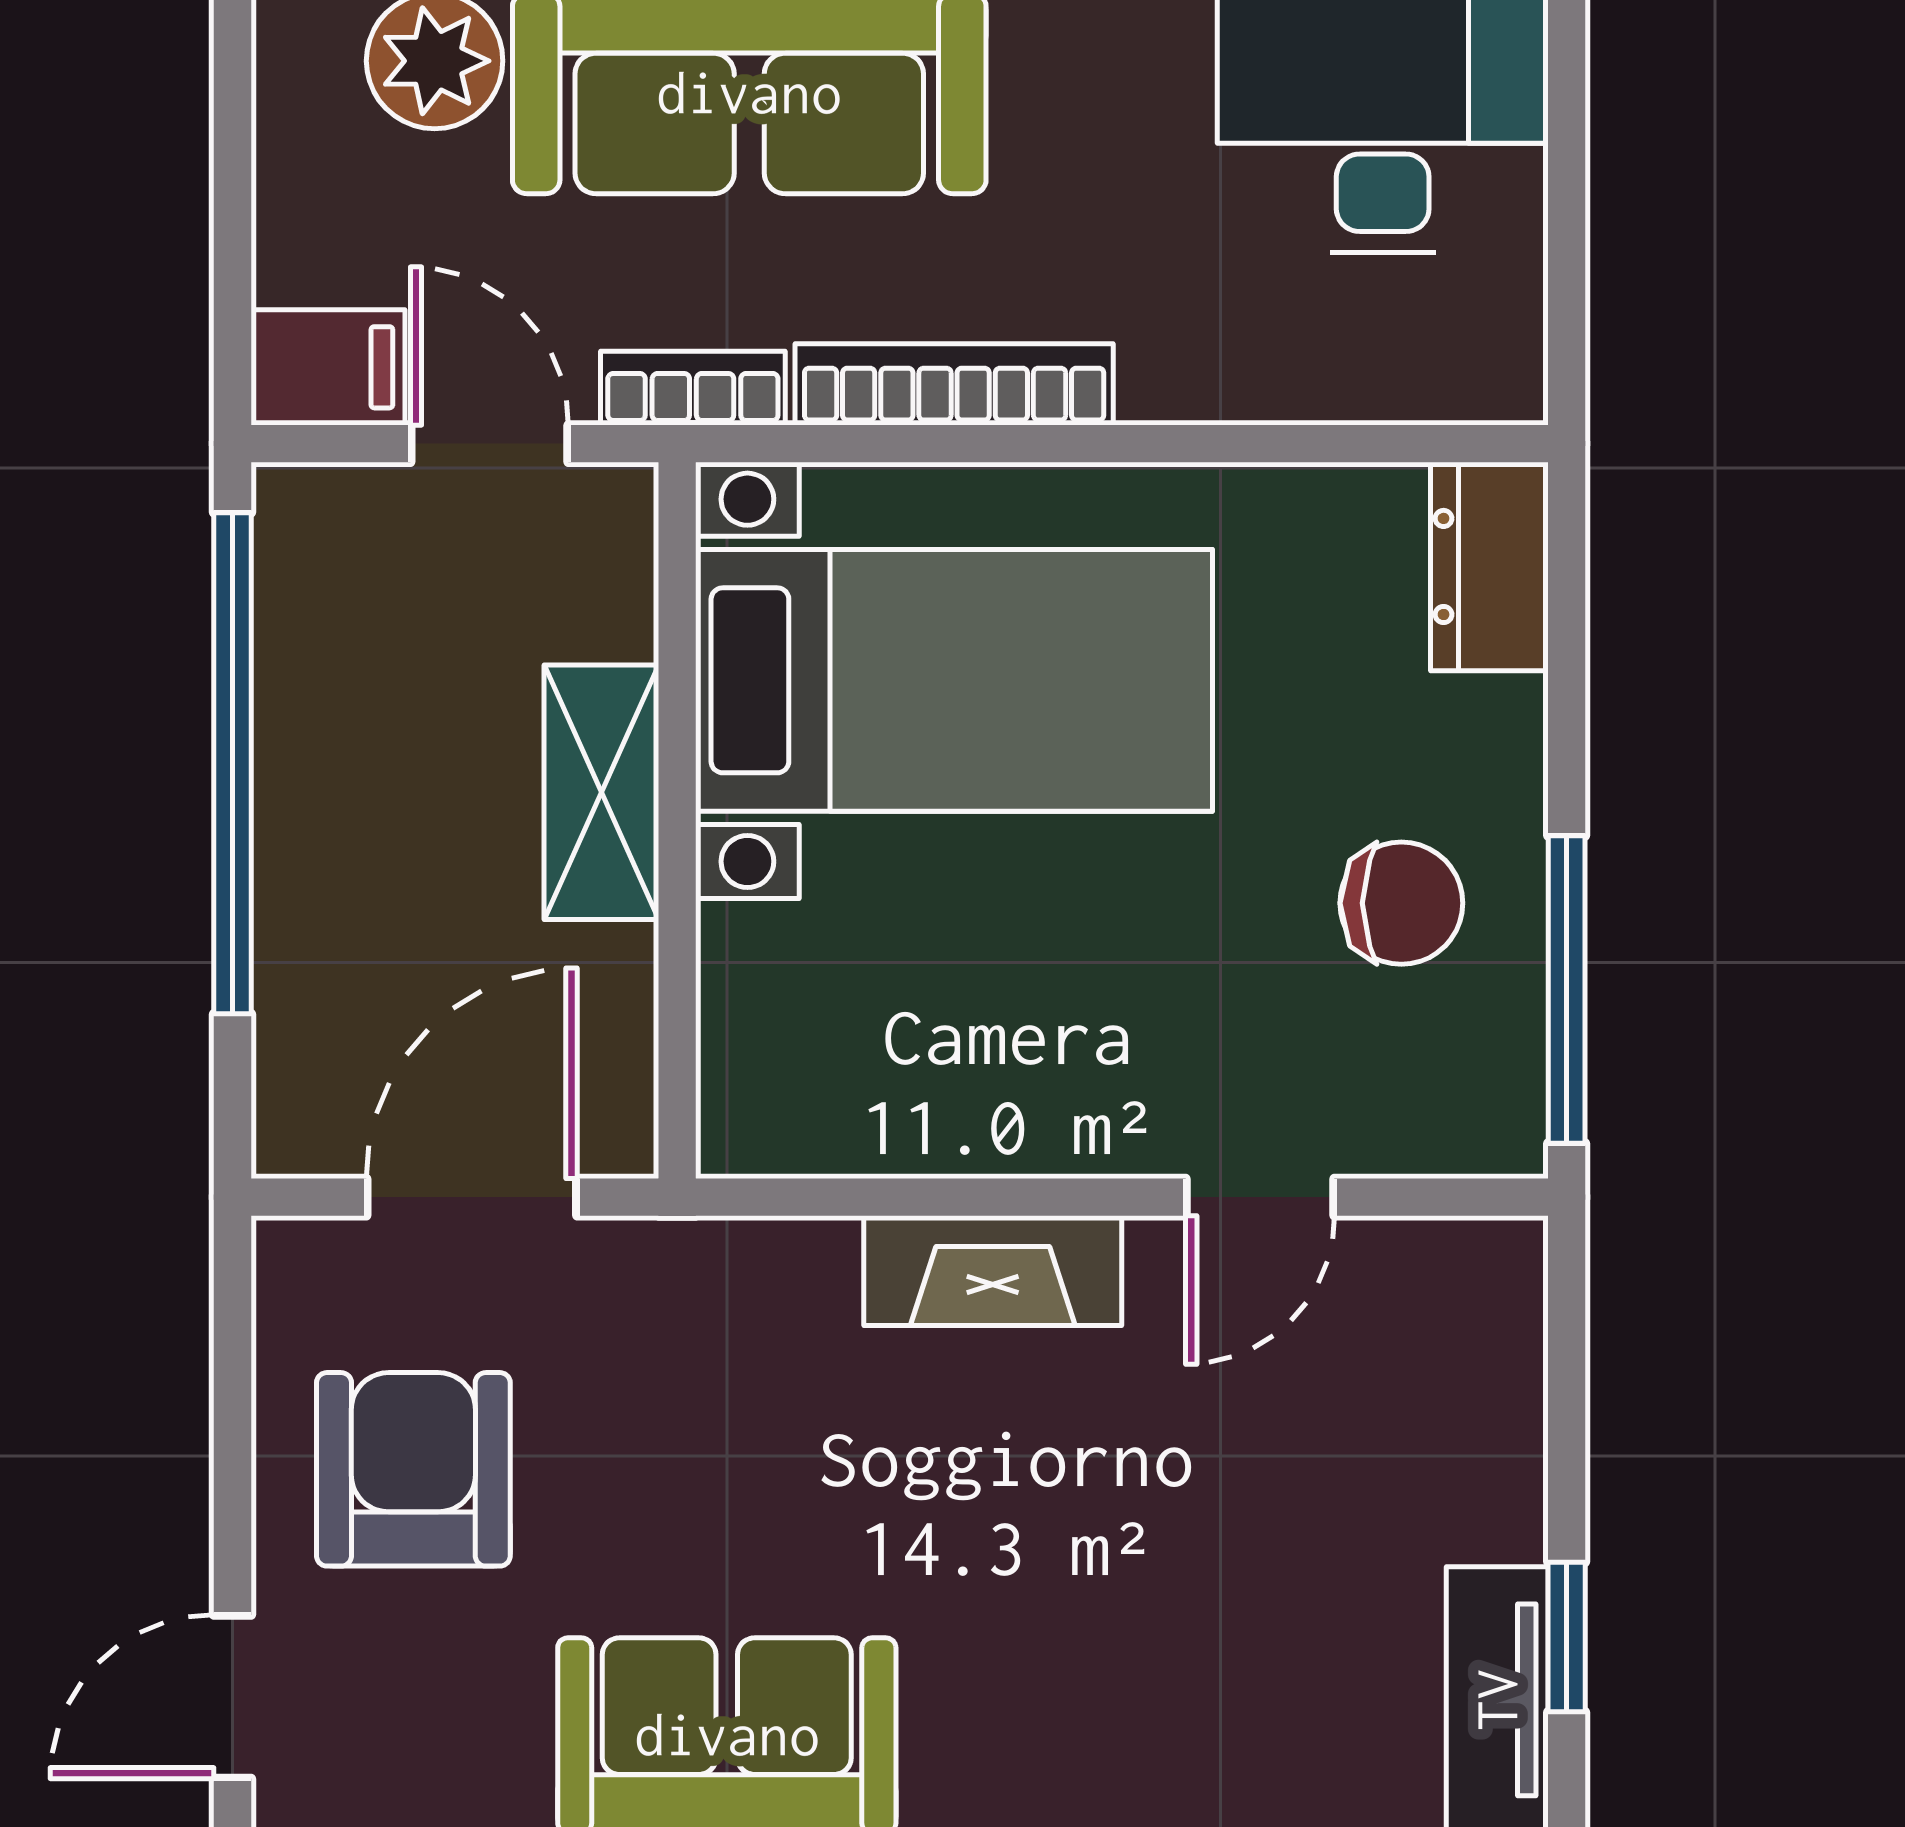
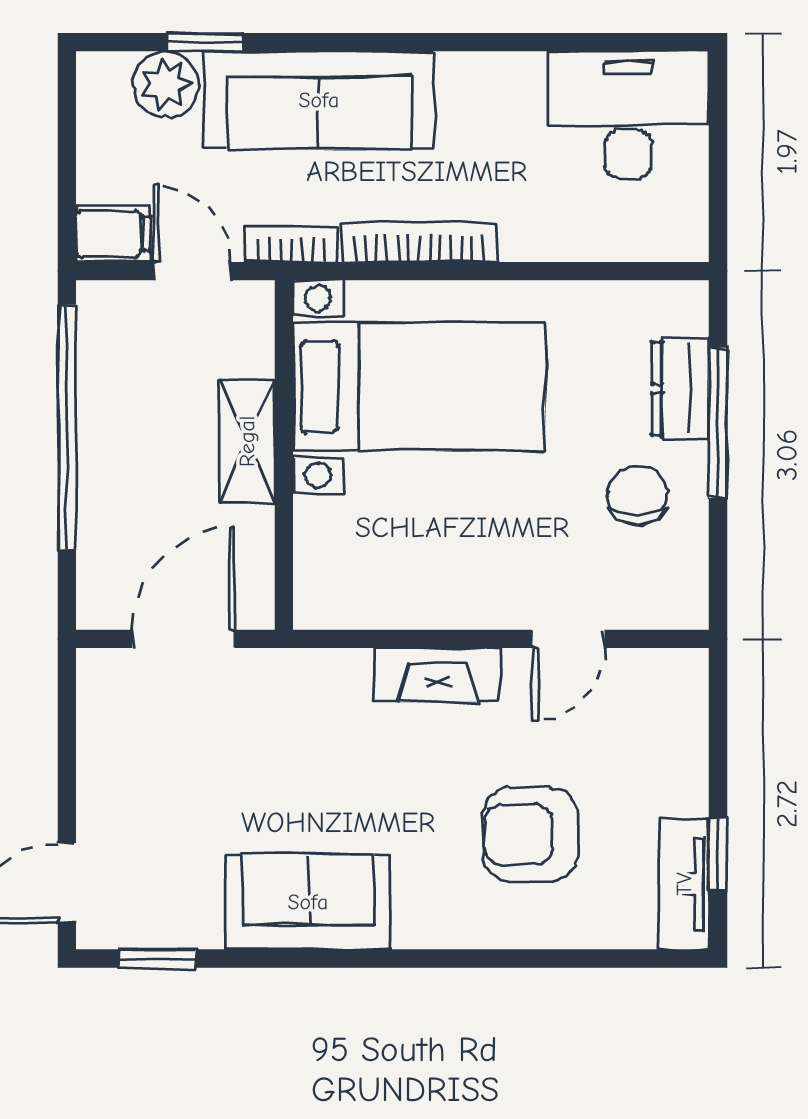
dresser: (1489, 566) -> (680, 388), moved
chair: (1401, 903) -> (637, 496), turned -90
window: (1567, 989) -> (718, 423), moved
armchair: (413, 1469) -> (530, 835), moved, turned -90

